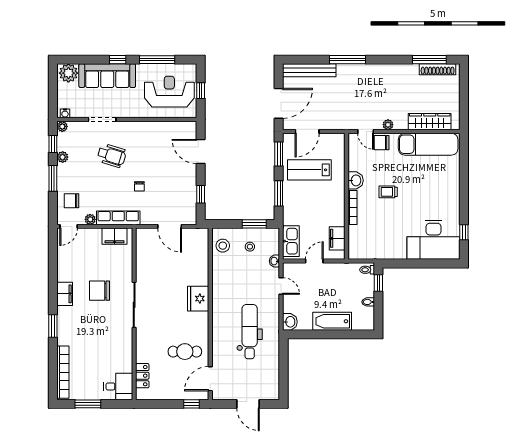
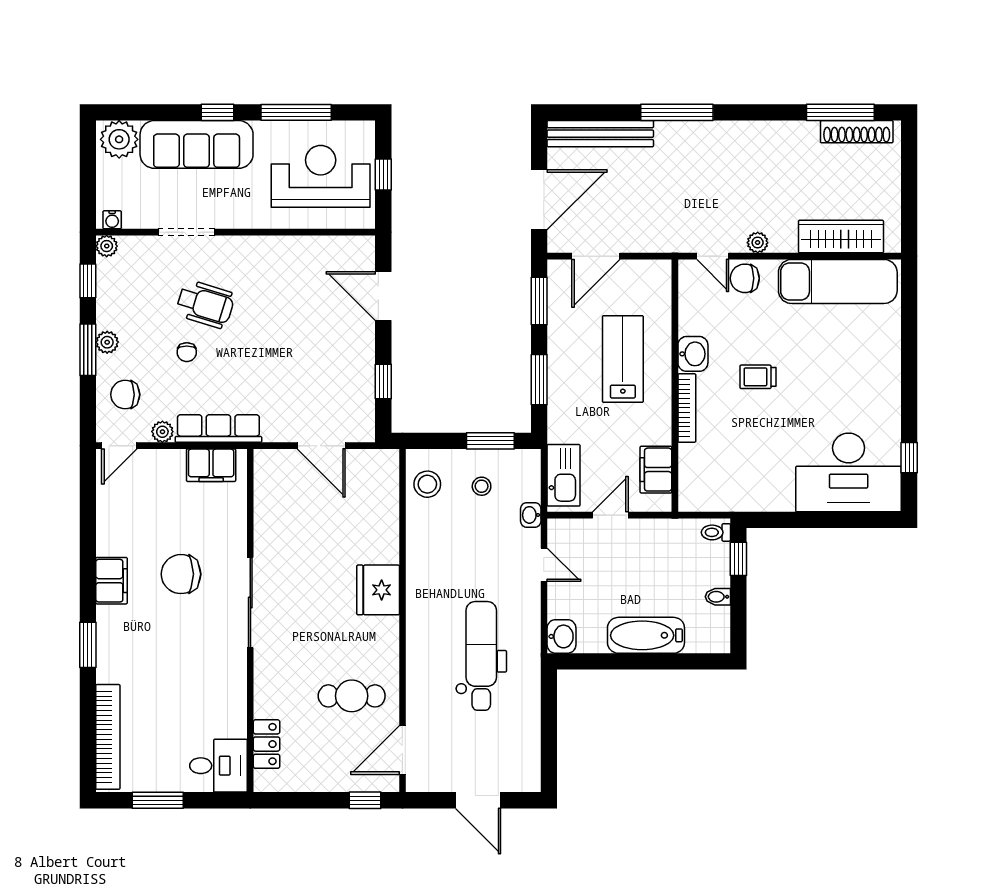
plant: (63, 157) -> (107, 342), moved
lab bench: (309, 170) -> (623, 359), moved, turned 90
chair: (139, 186) -> (187, 352), moved

